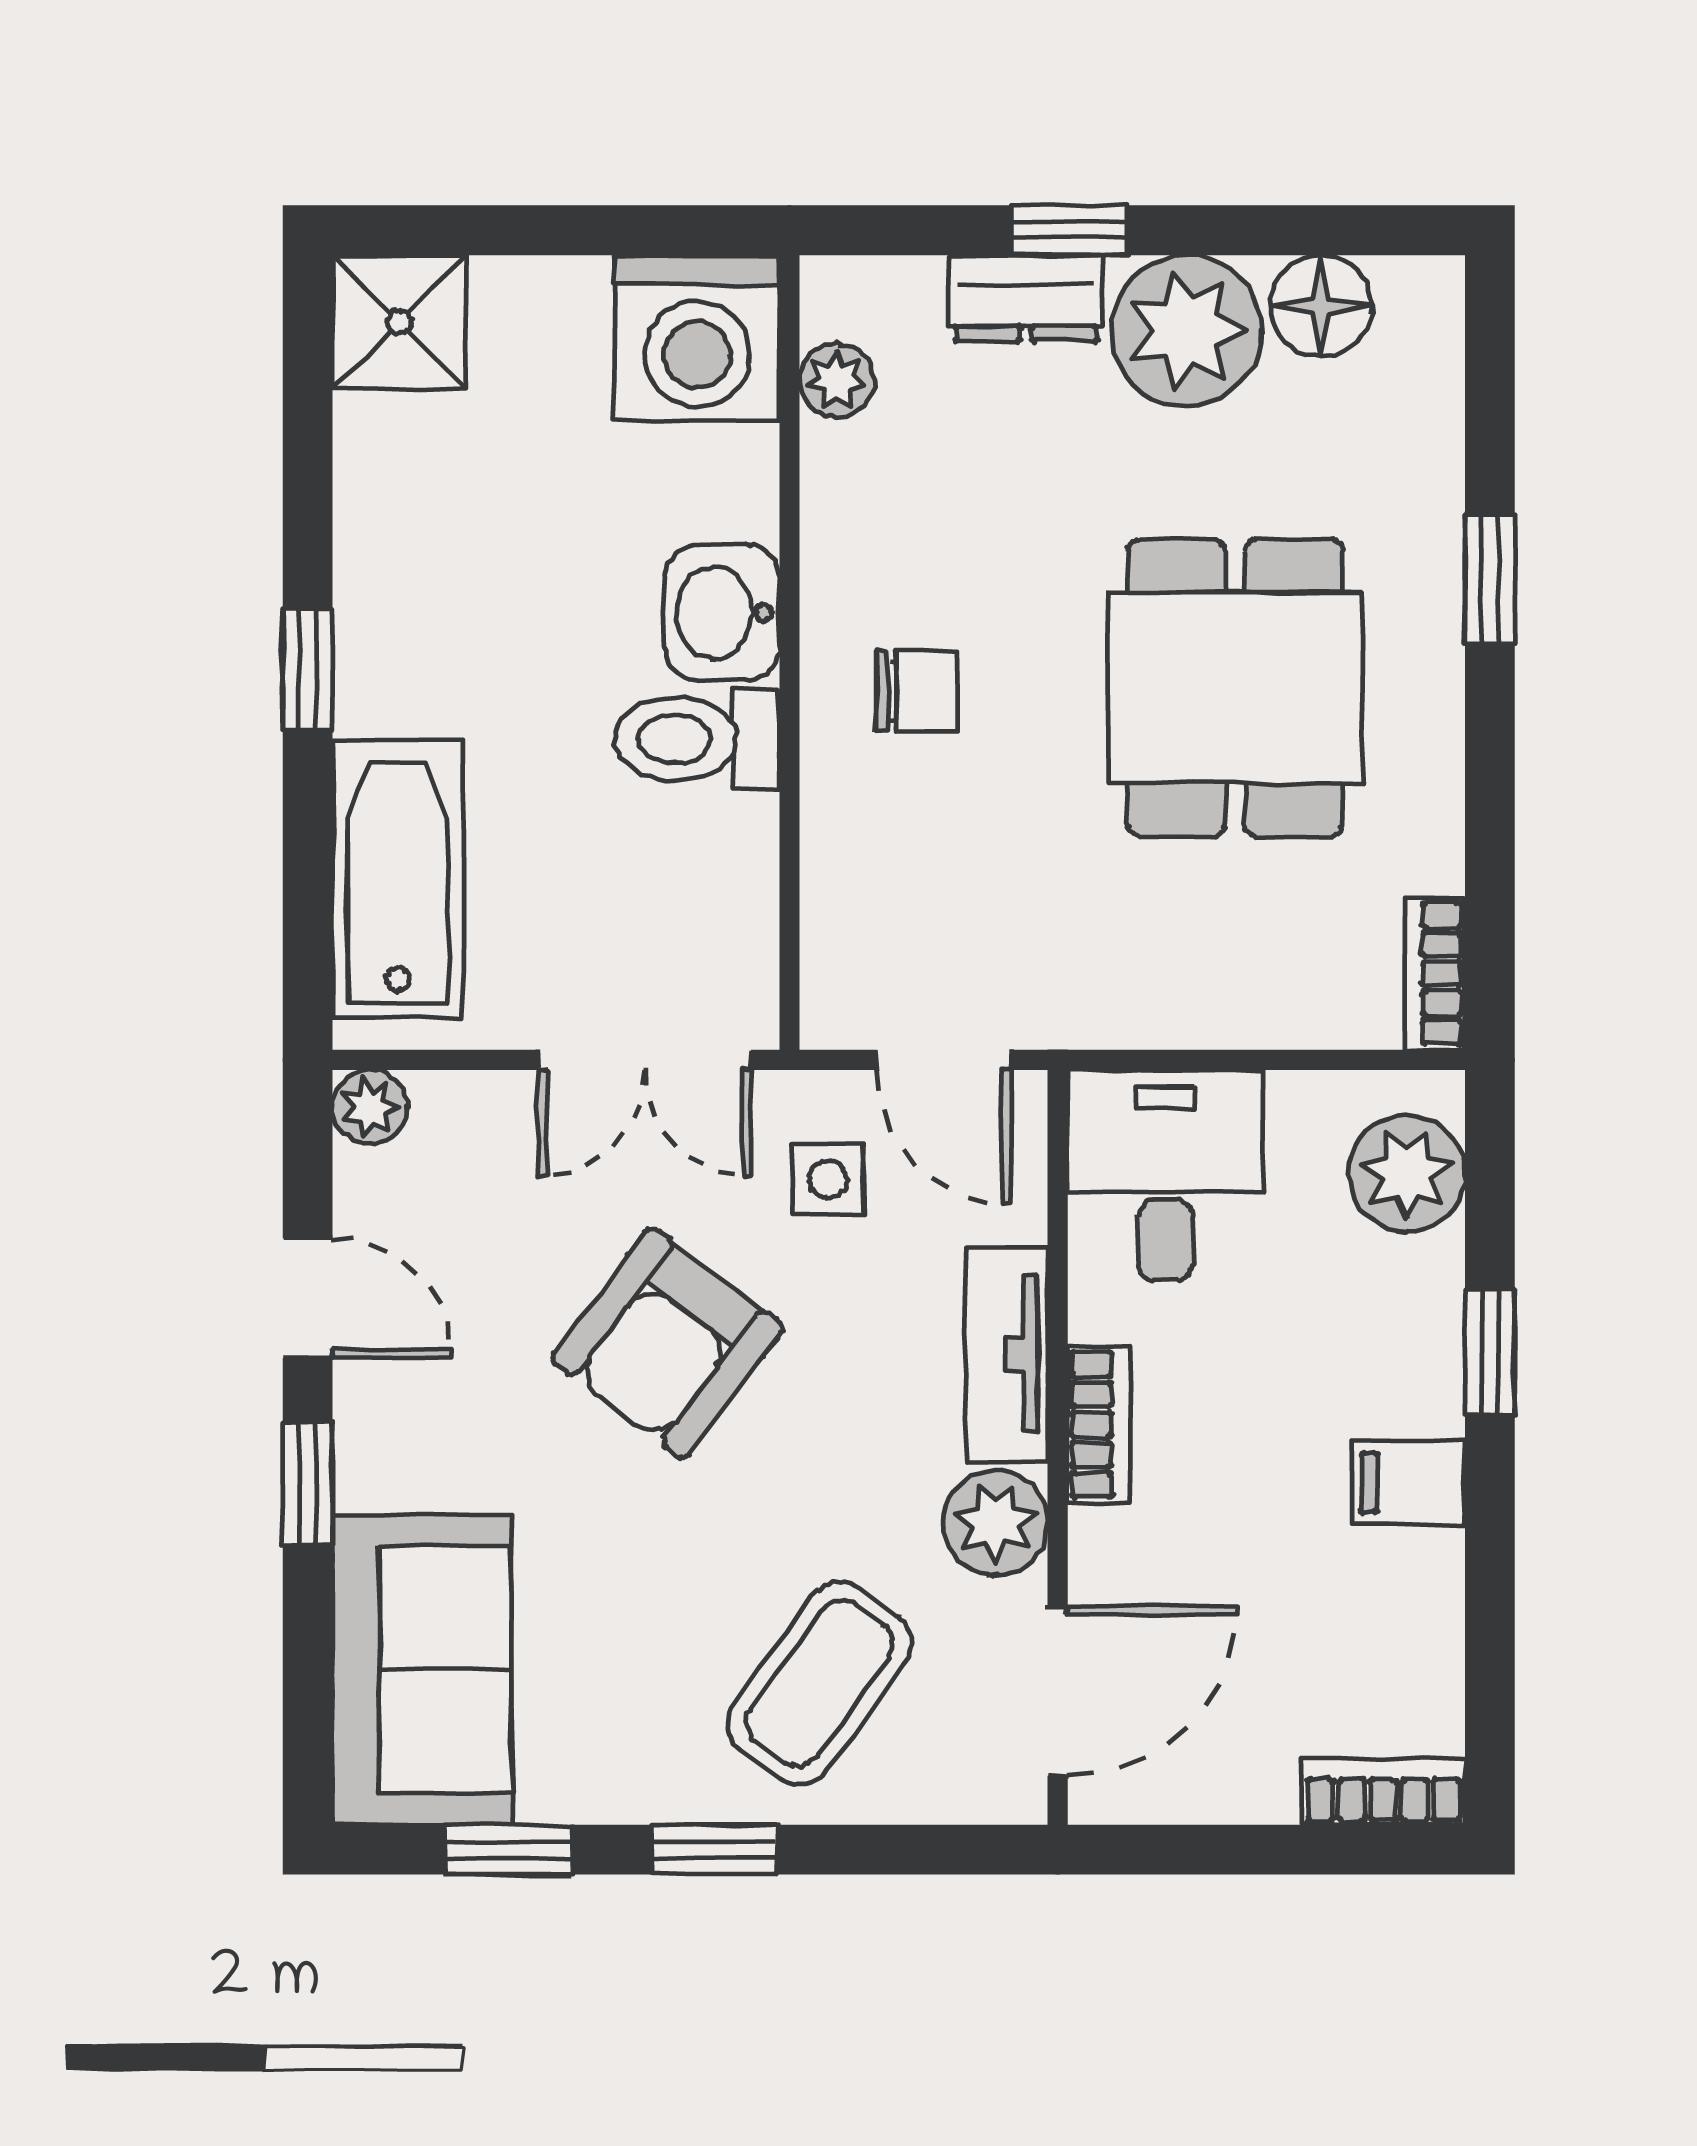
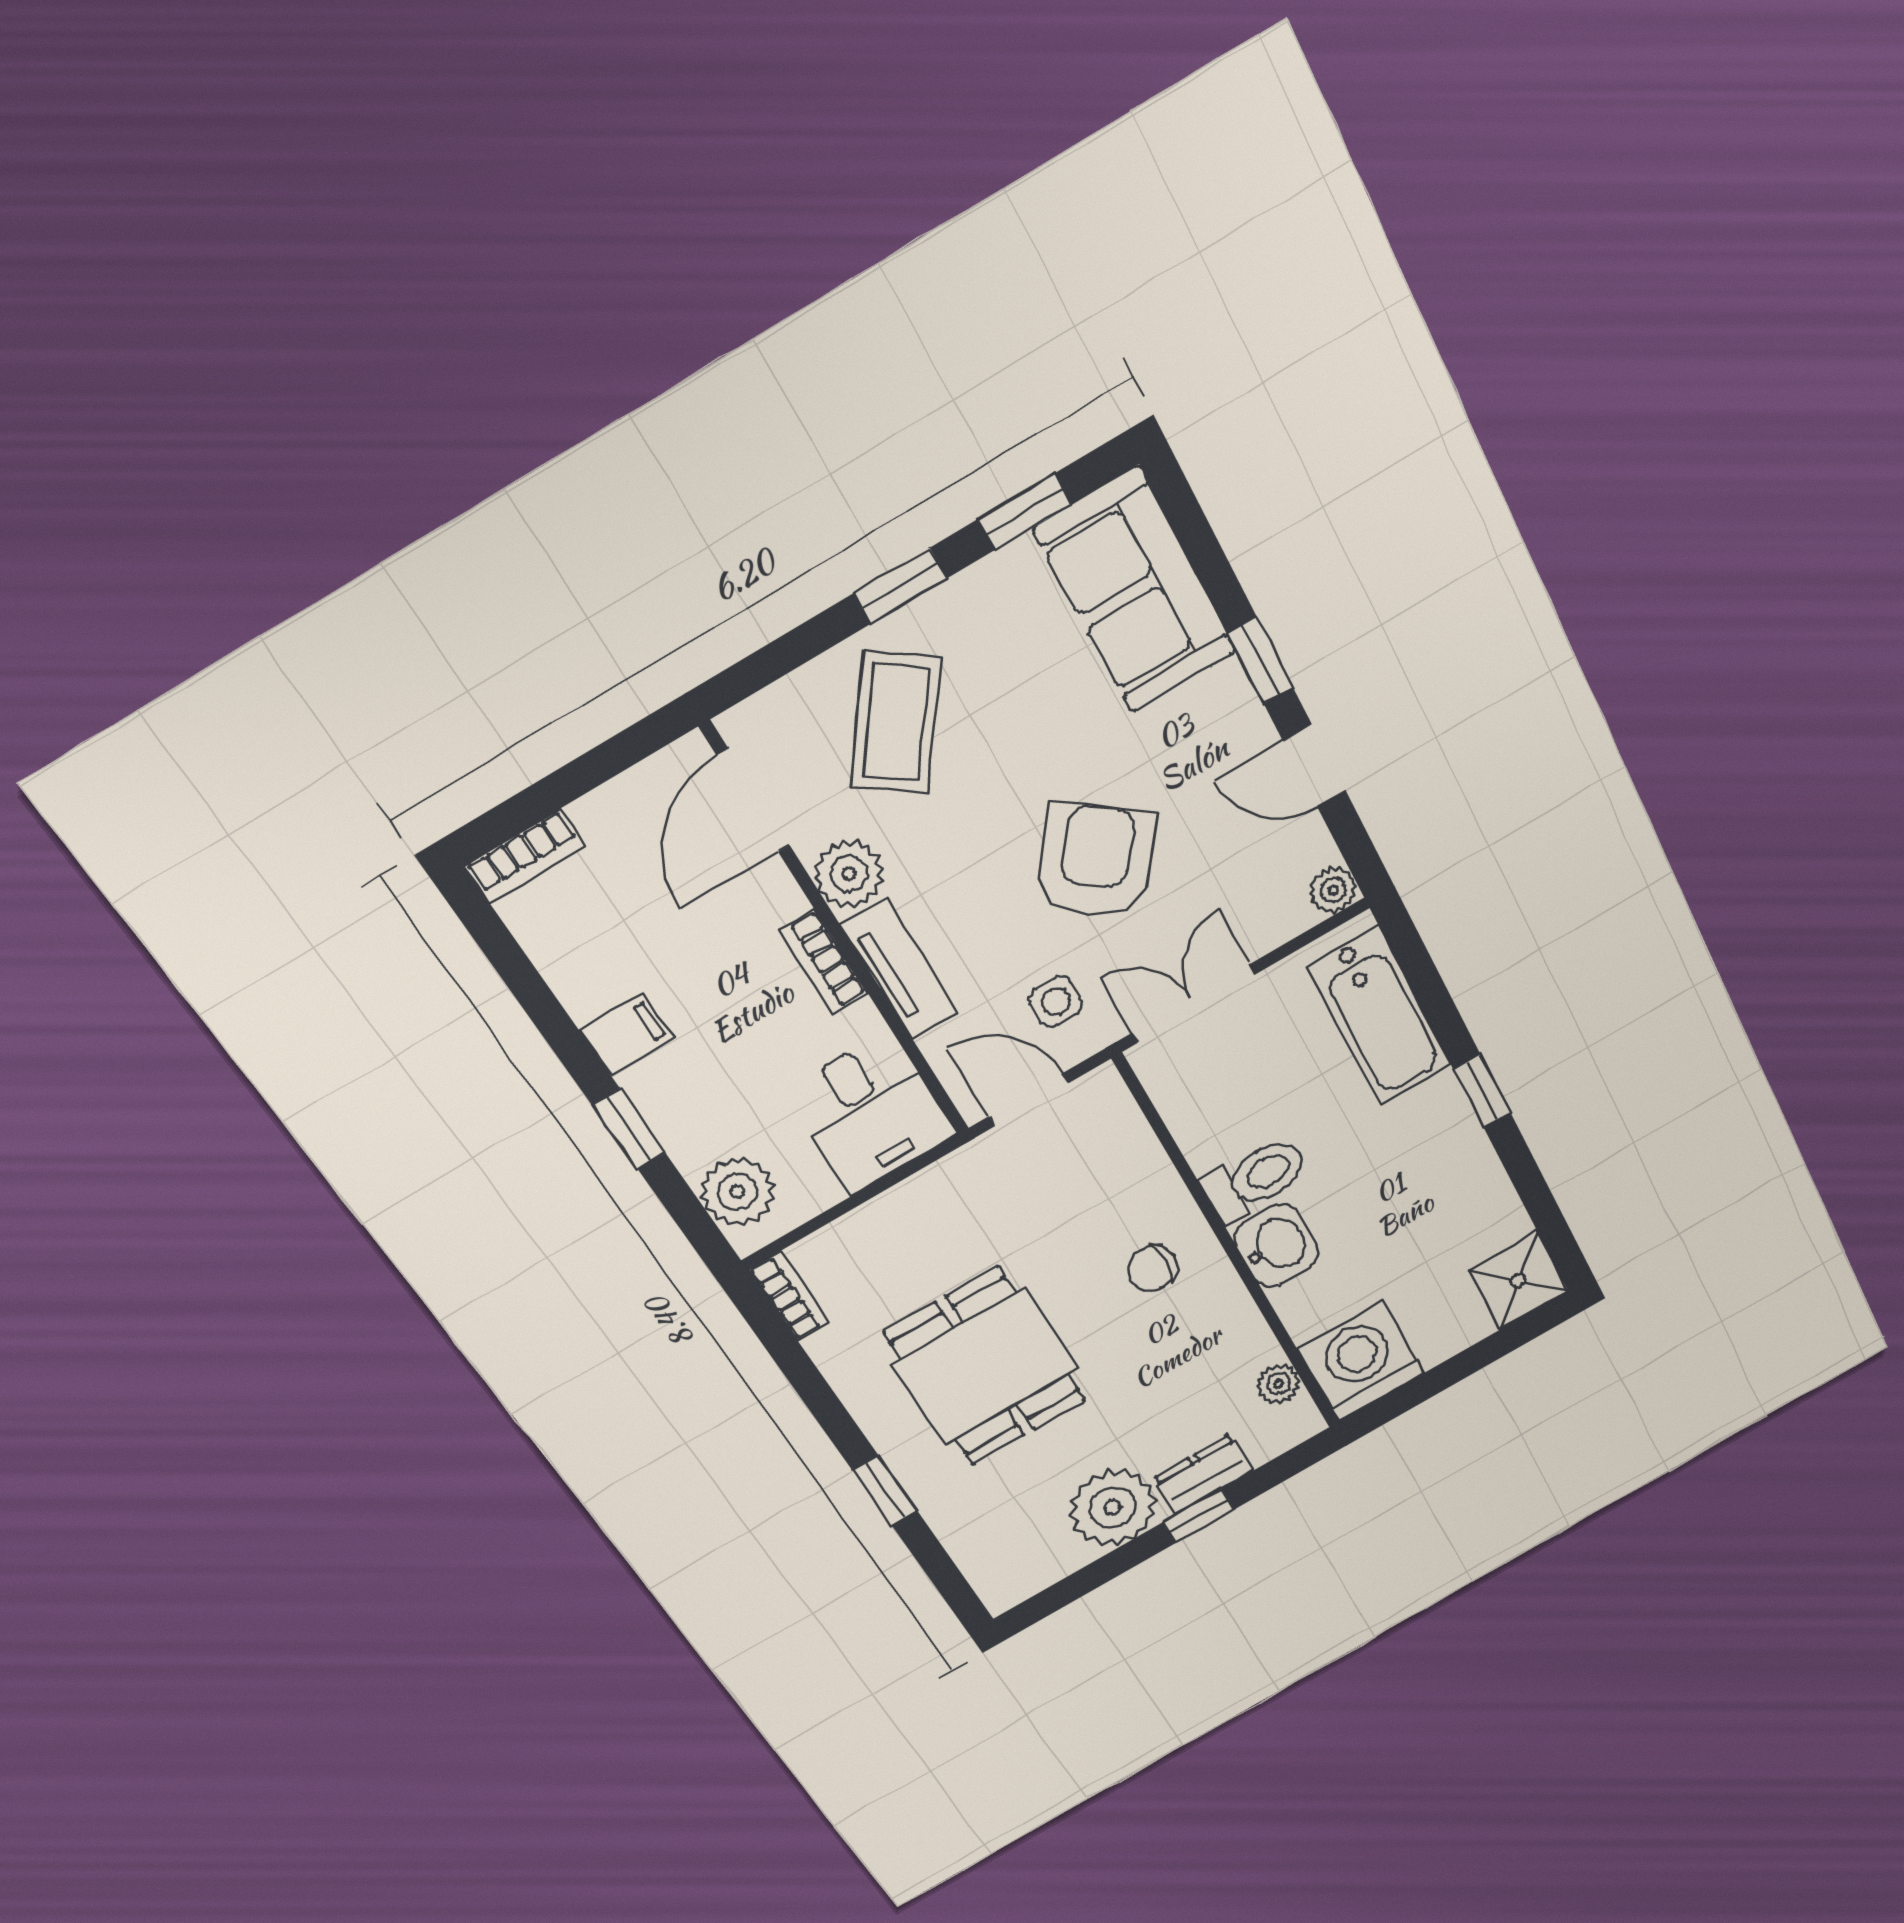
floor lamp: (1321, 306) -> (1052, 1557), removed

